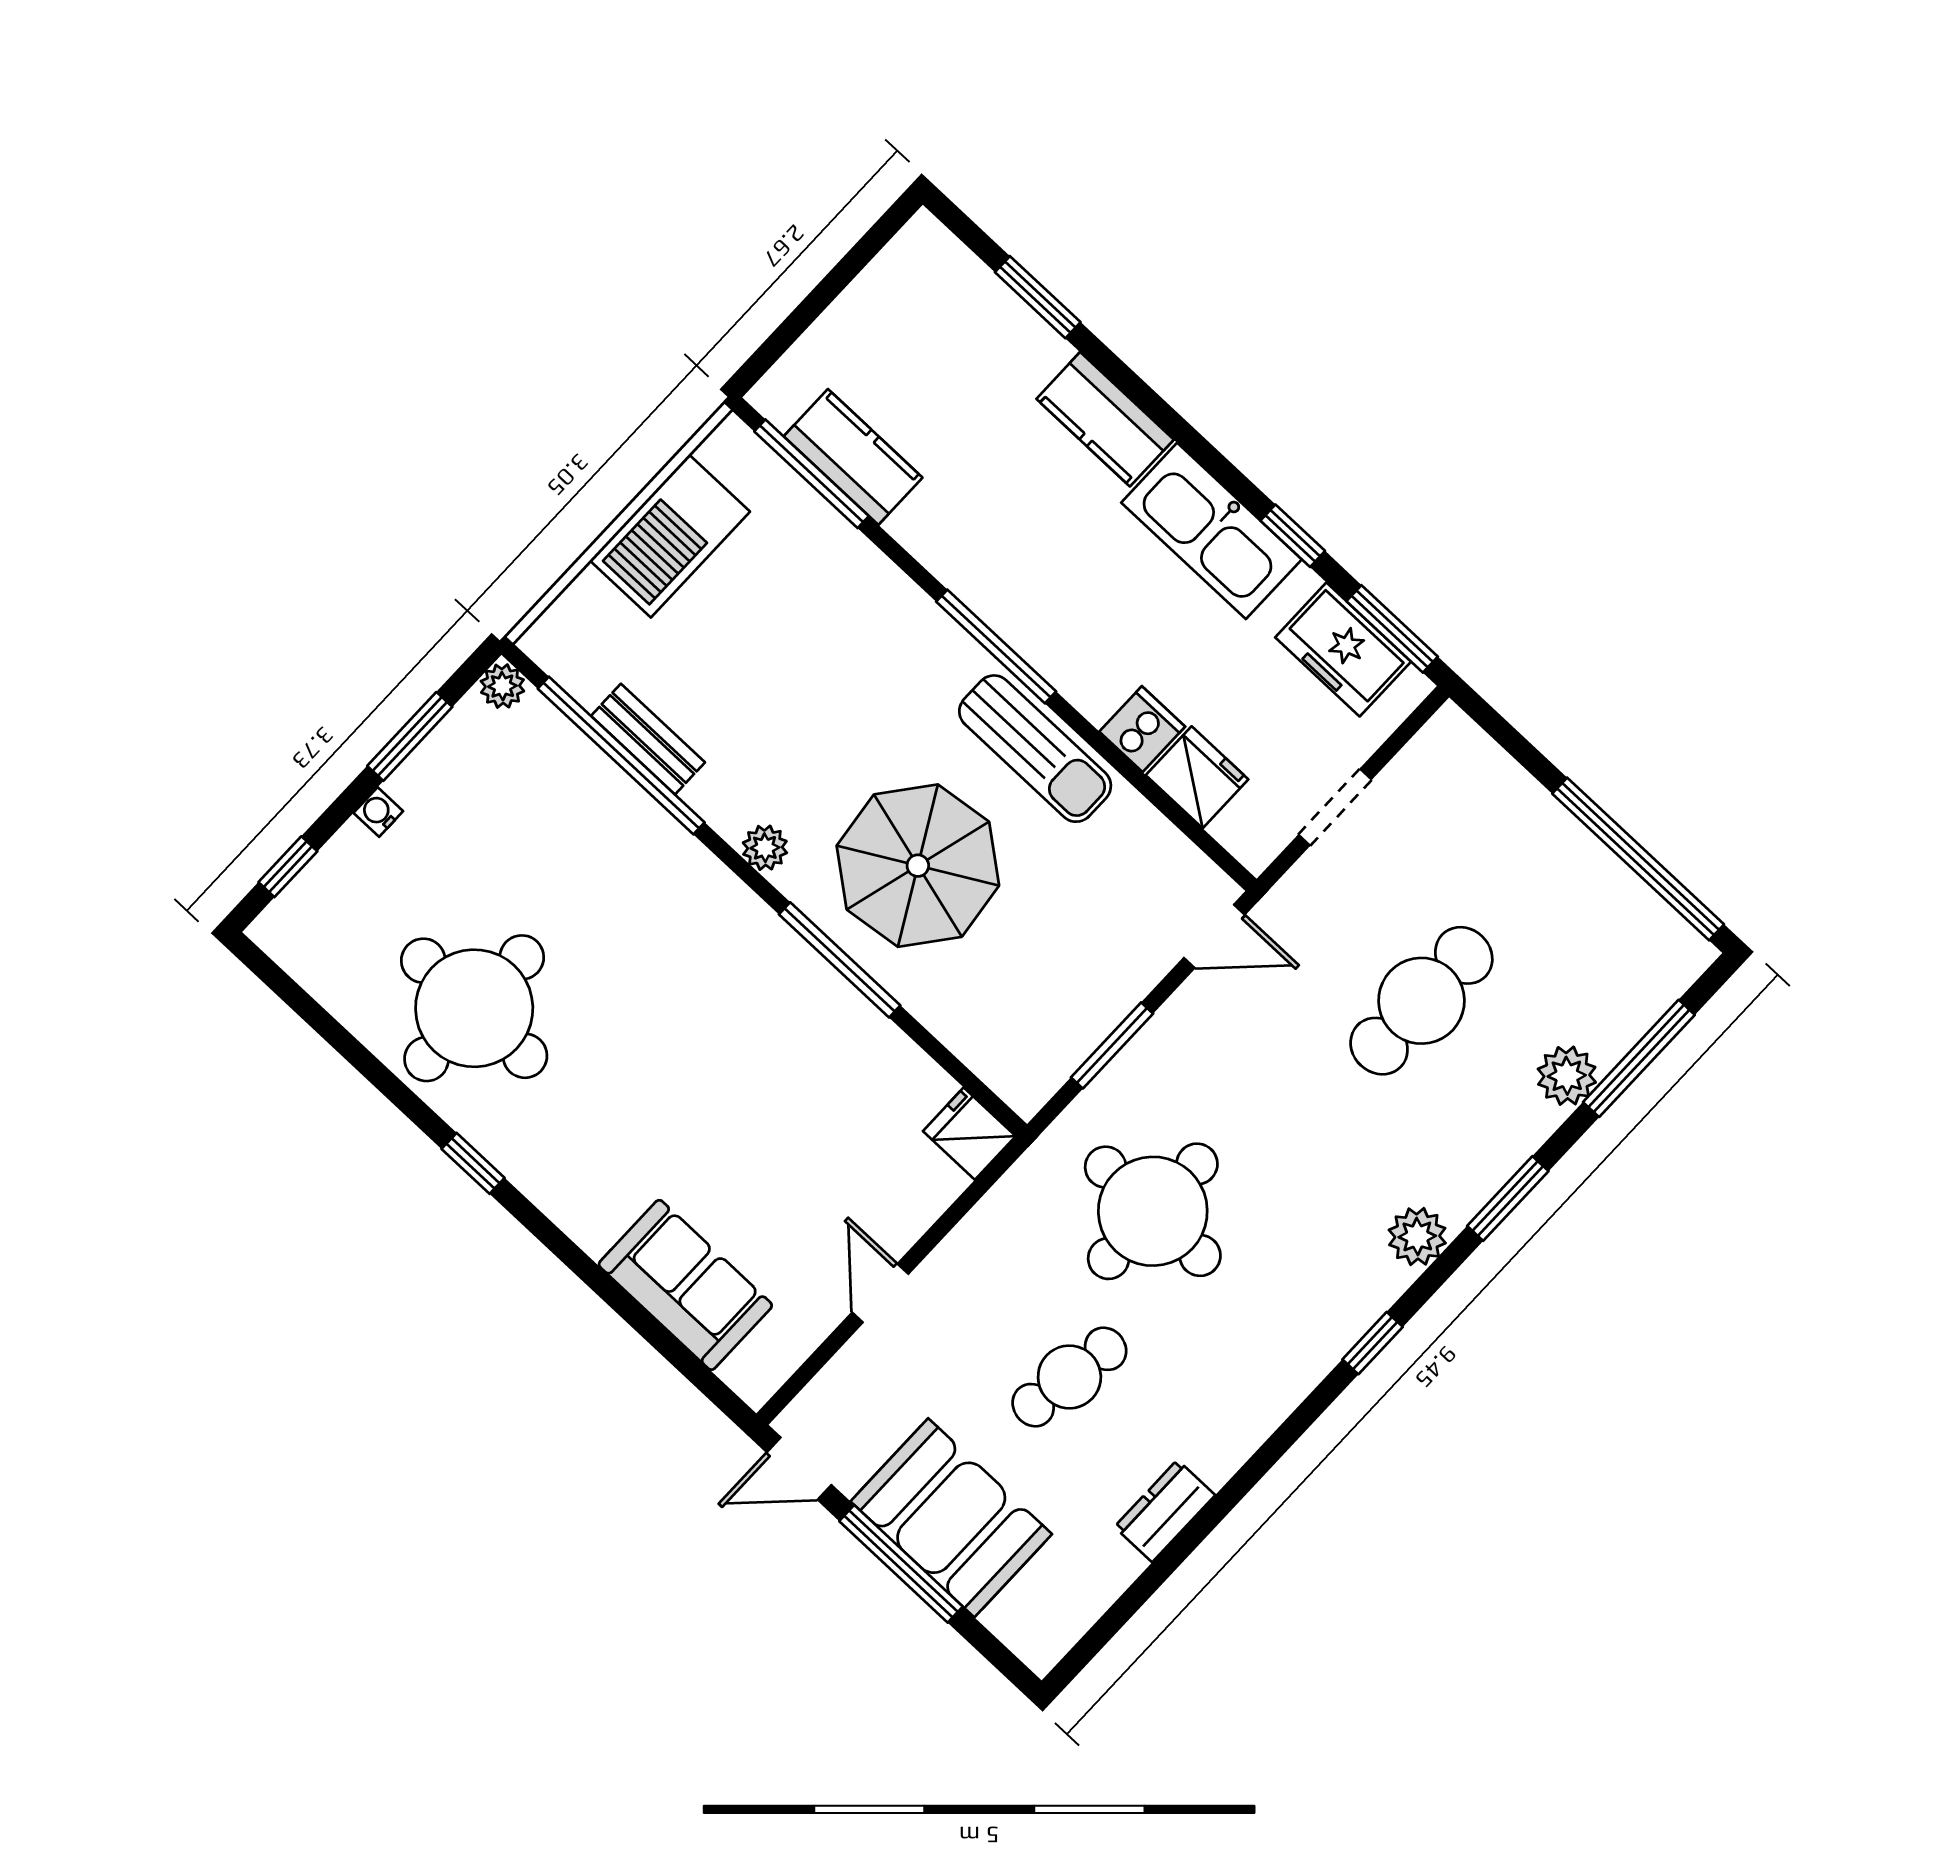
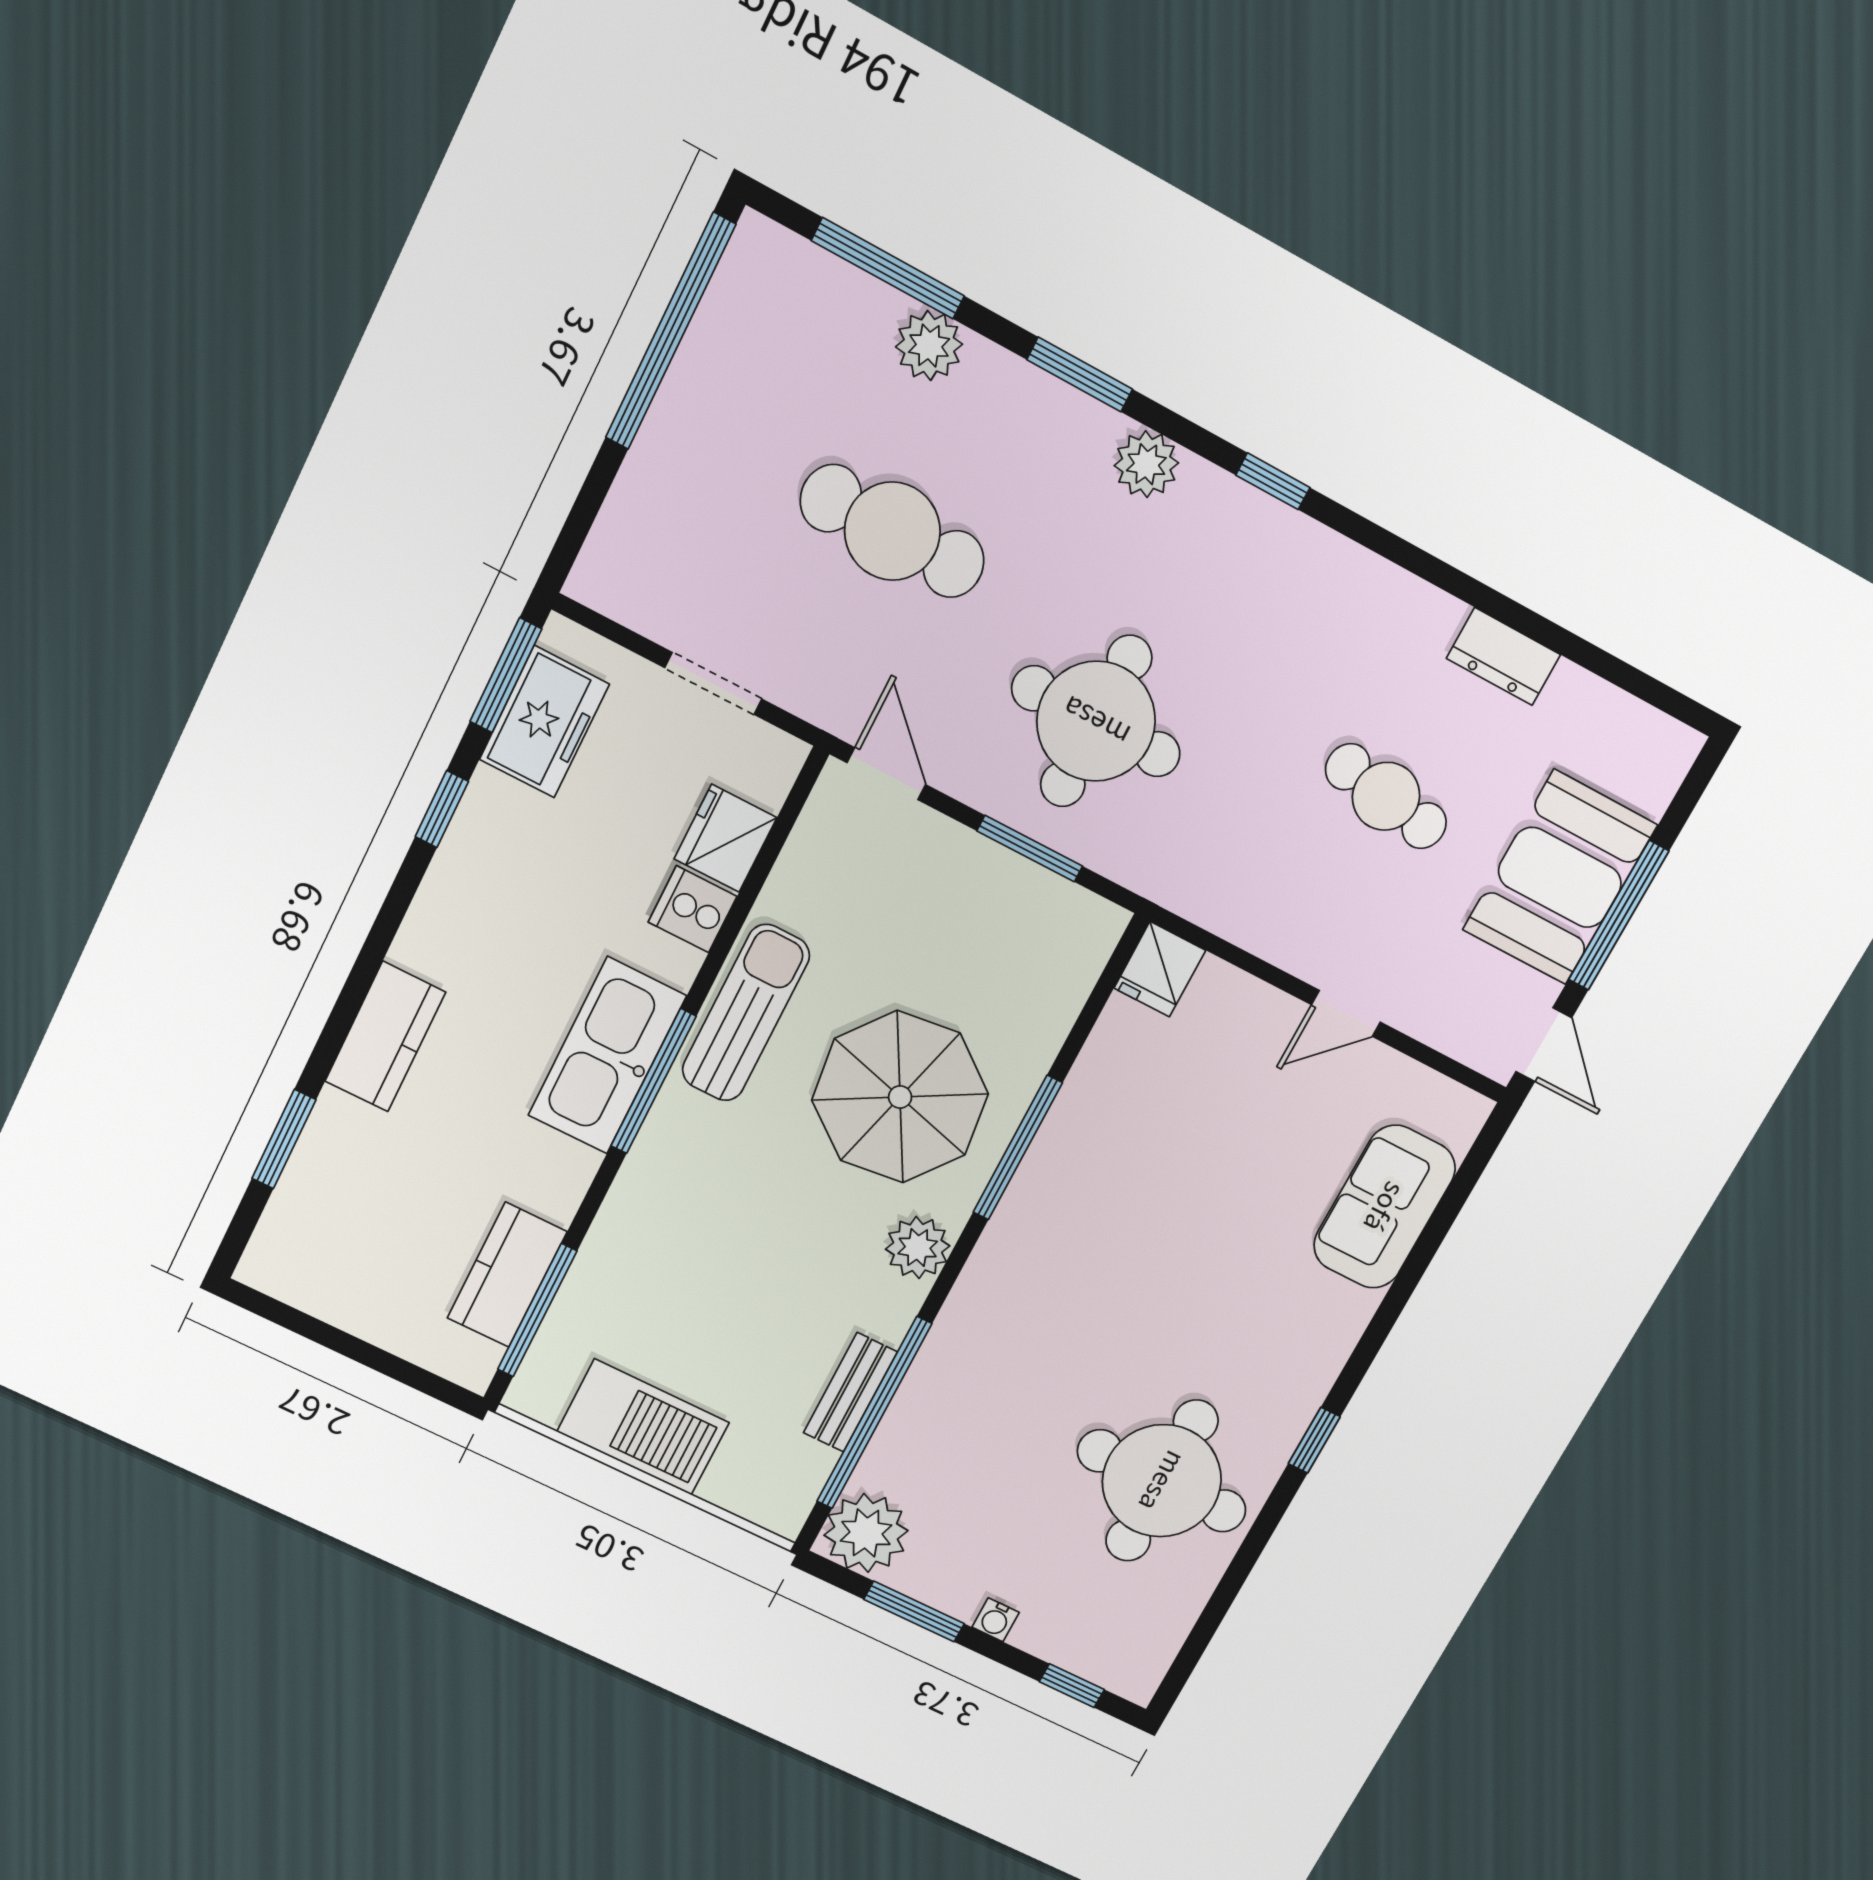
kitchen sink: (1211, 531) -> (607, 1056), moved, turned 180
plant: (502, 686) -> (866, 1533), width x1.87, depth x1.87
plant: (765, 848) -> (918, 1248), width x1.38, depth x1.38
round table: (1153, 1211) -> (1096, 721), moved

